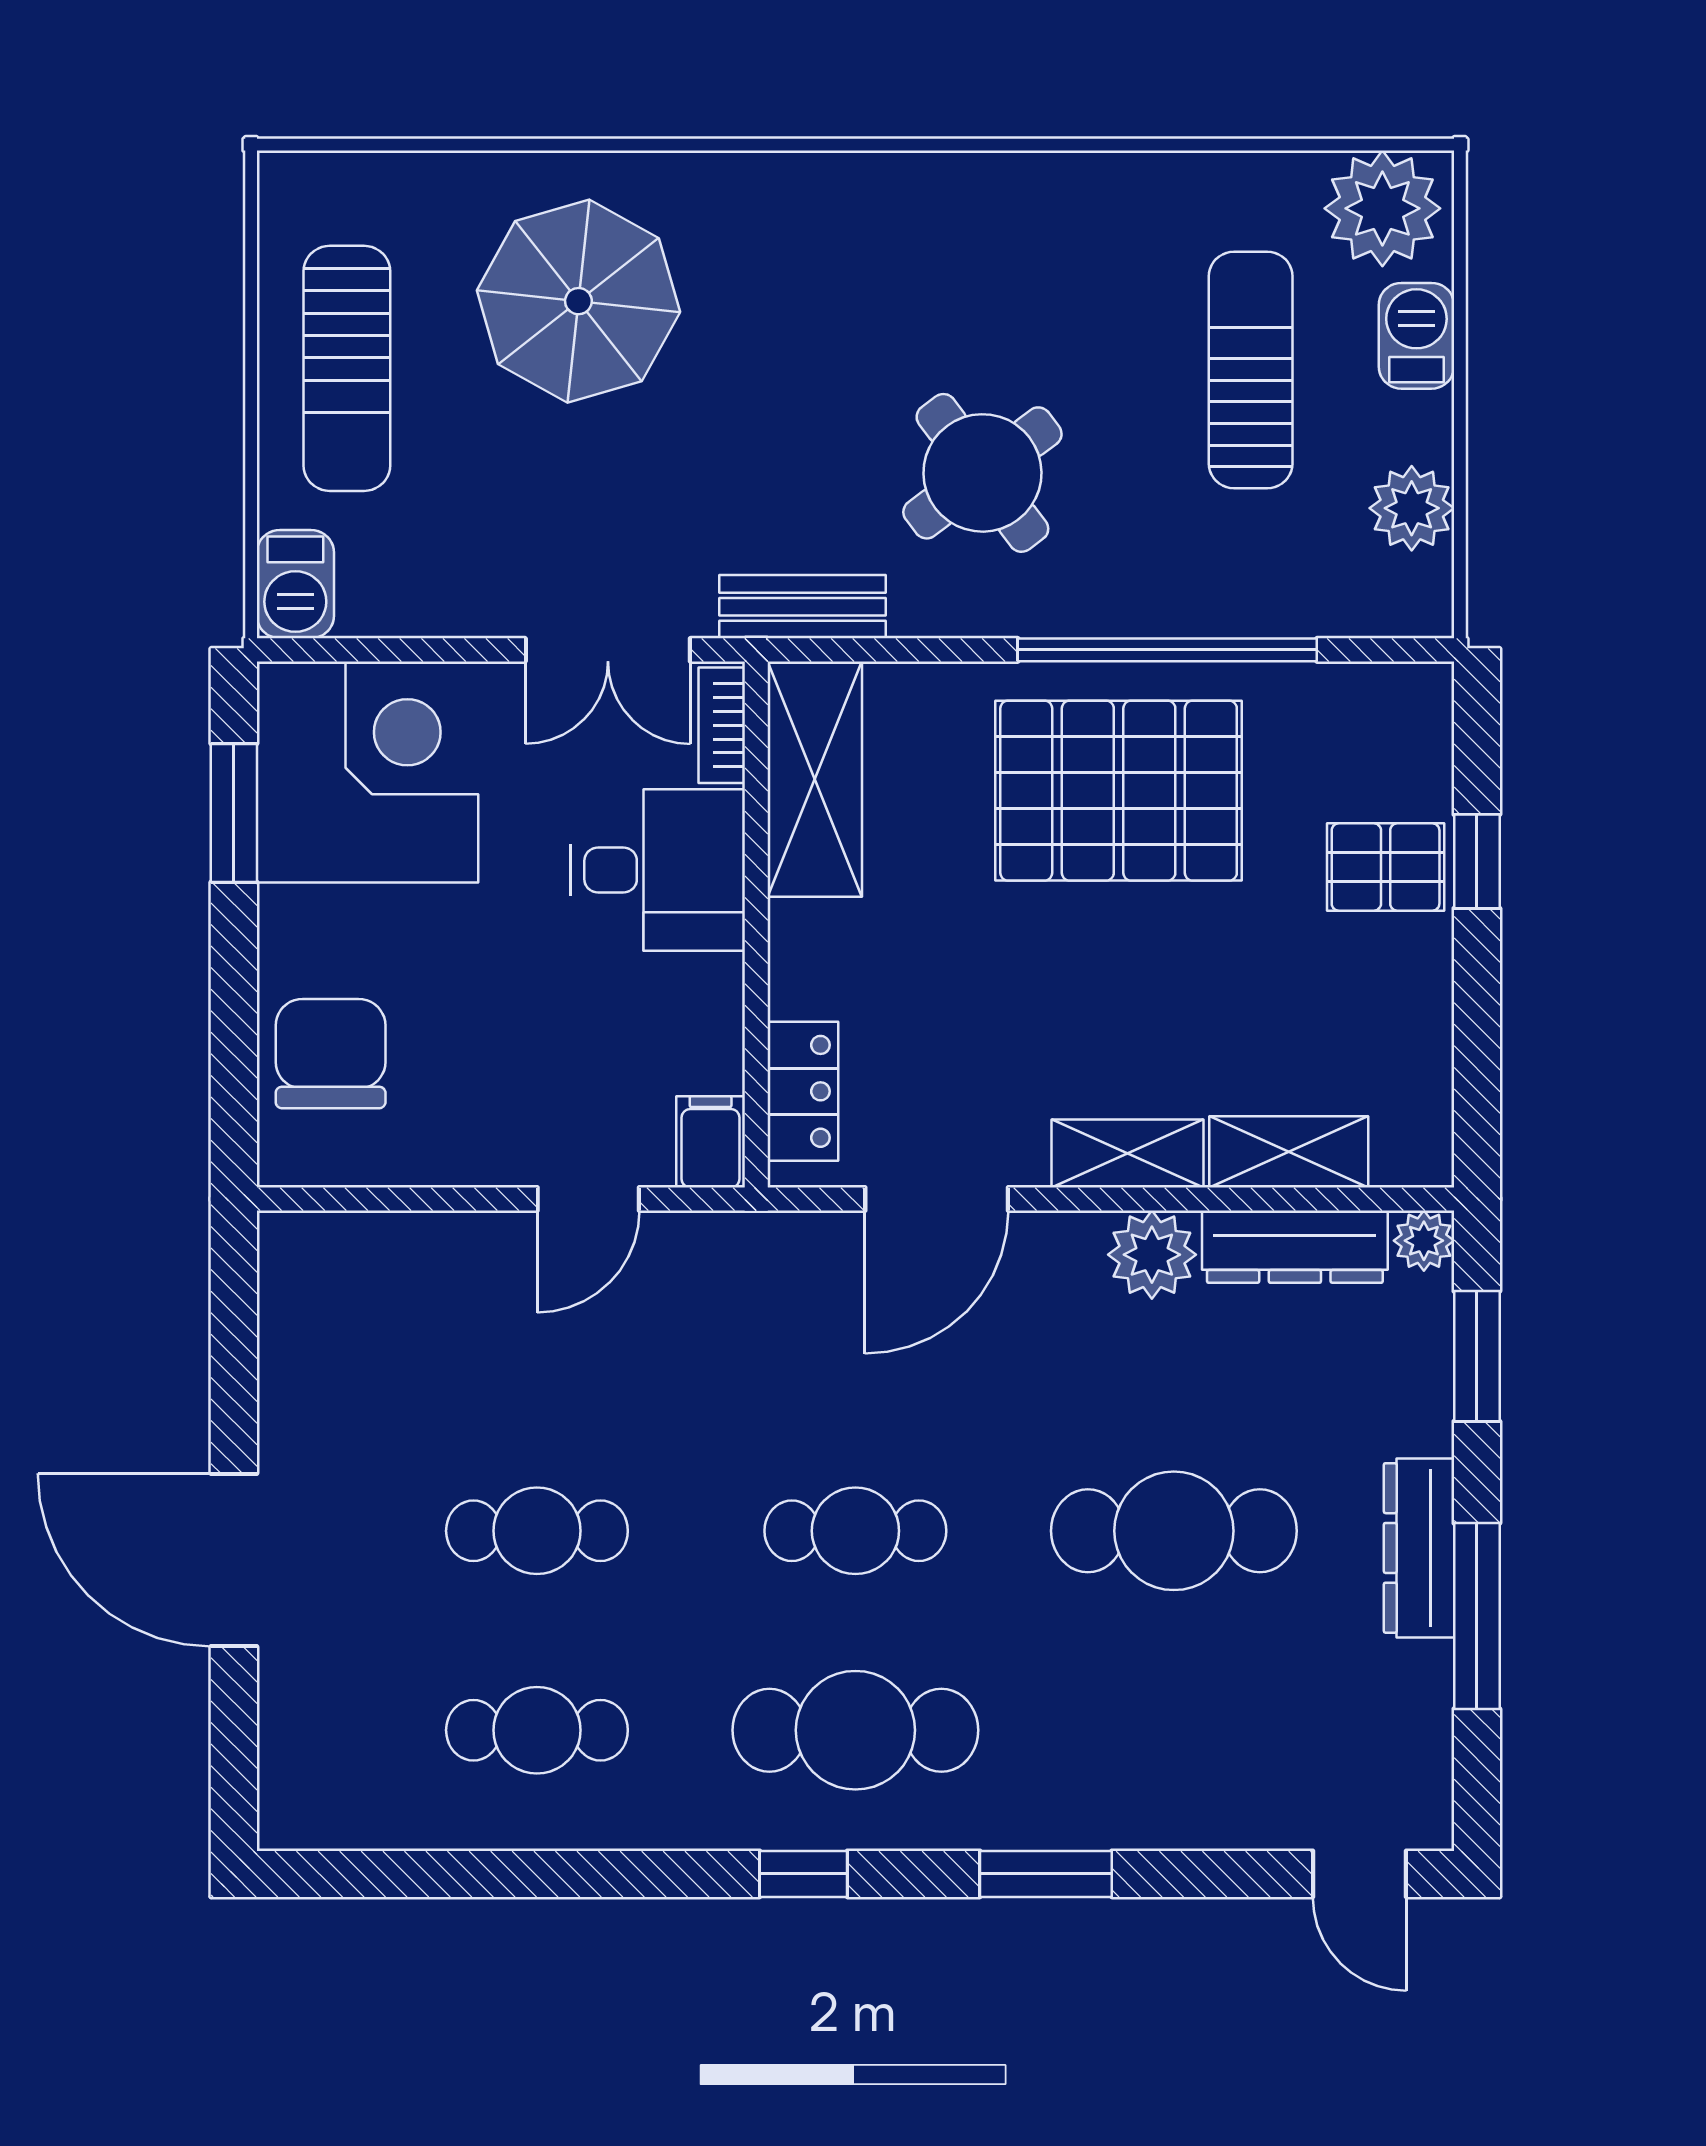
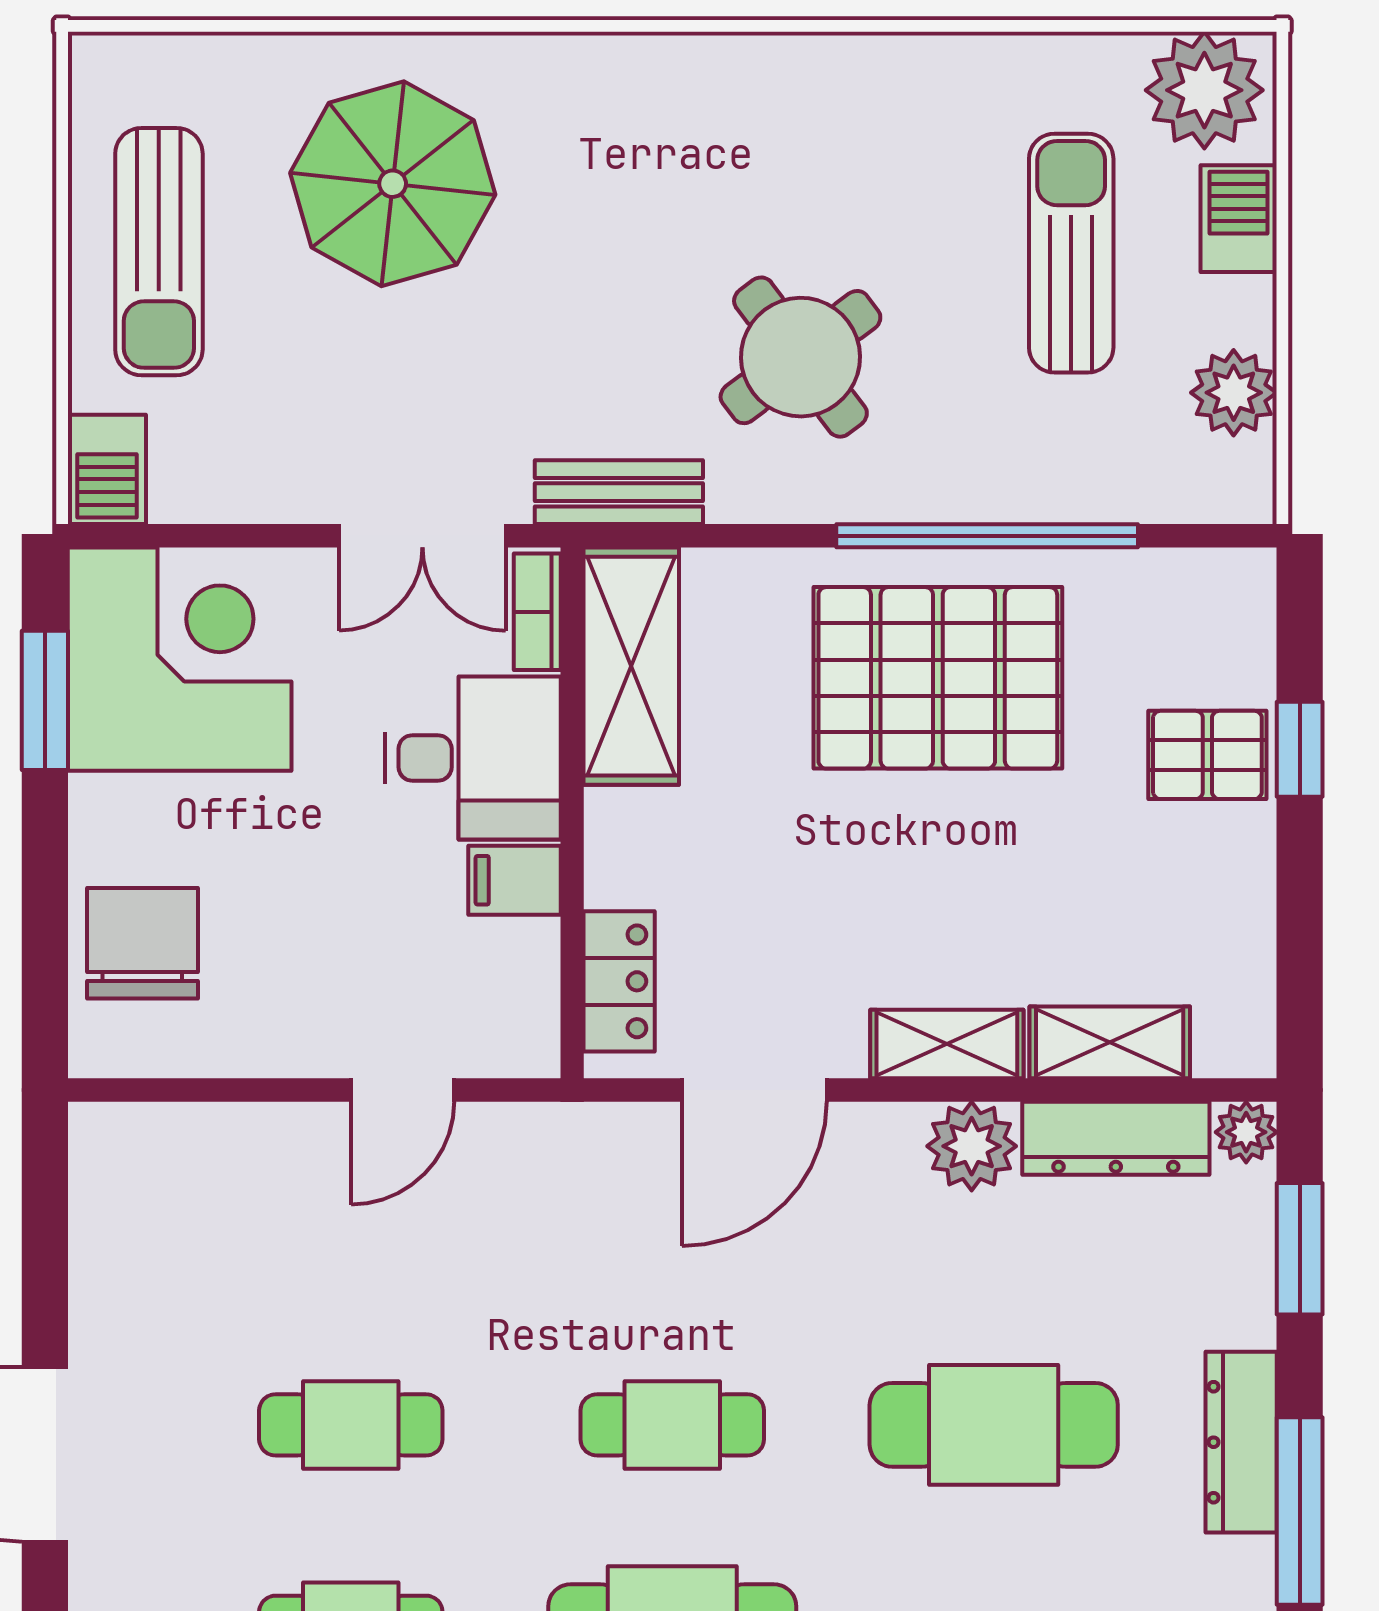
filing cabinet: (711, 1142) -> (514, 880), moved, turned -90

